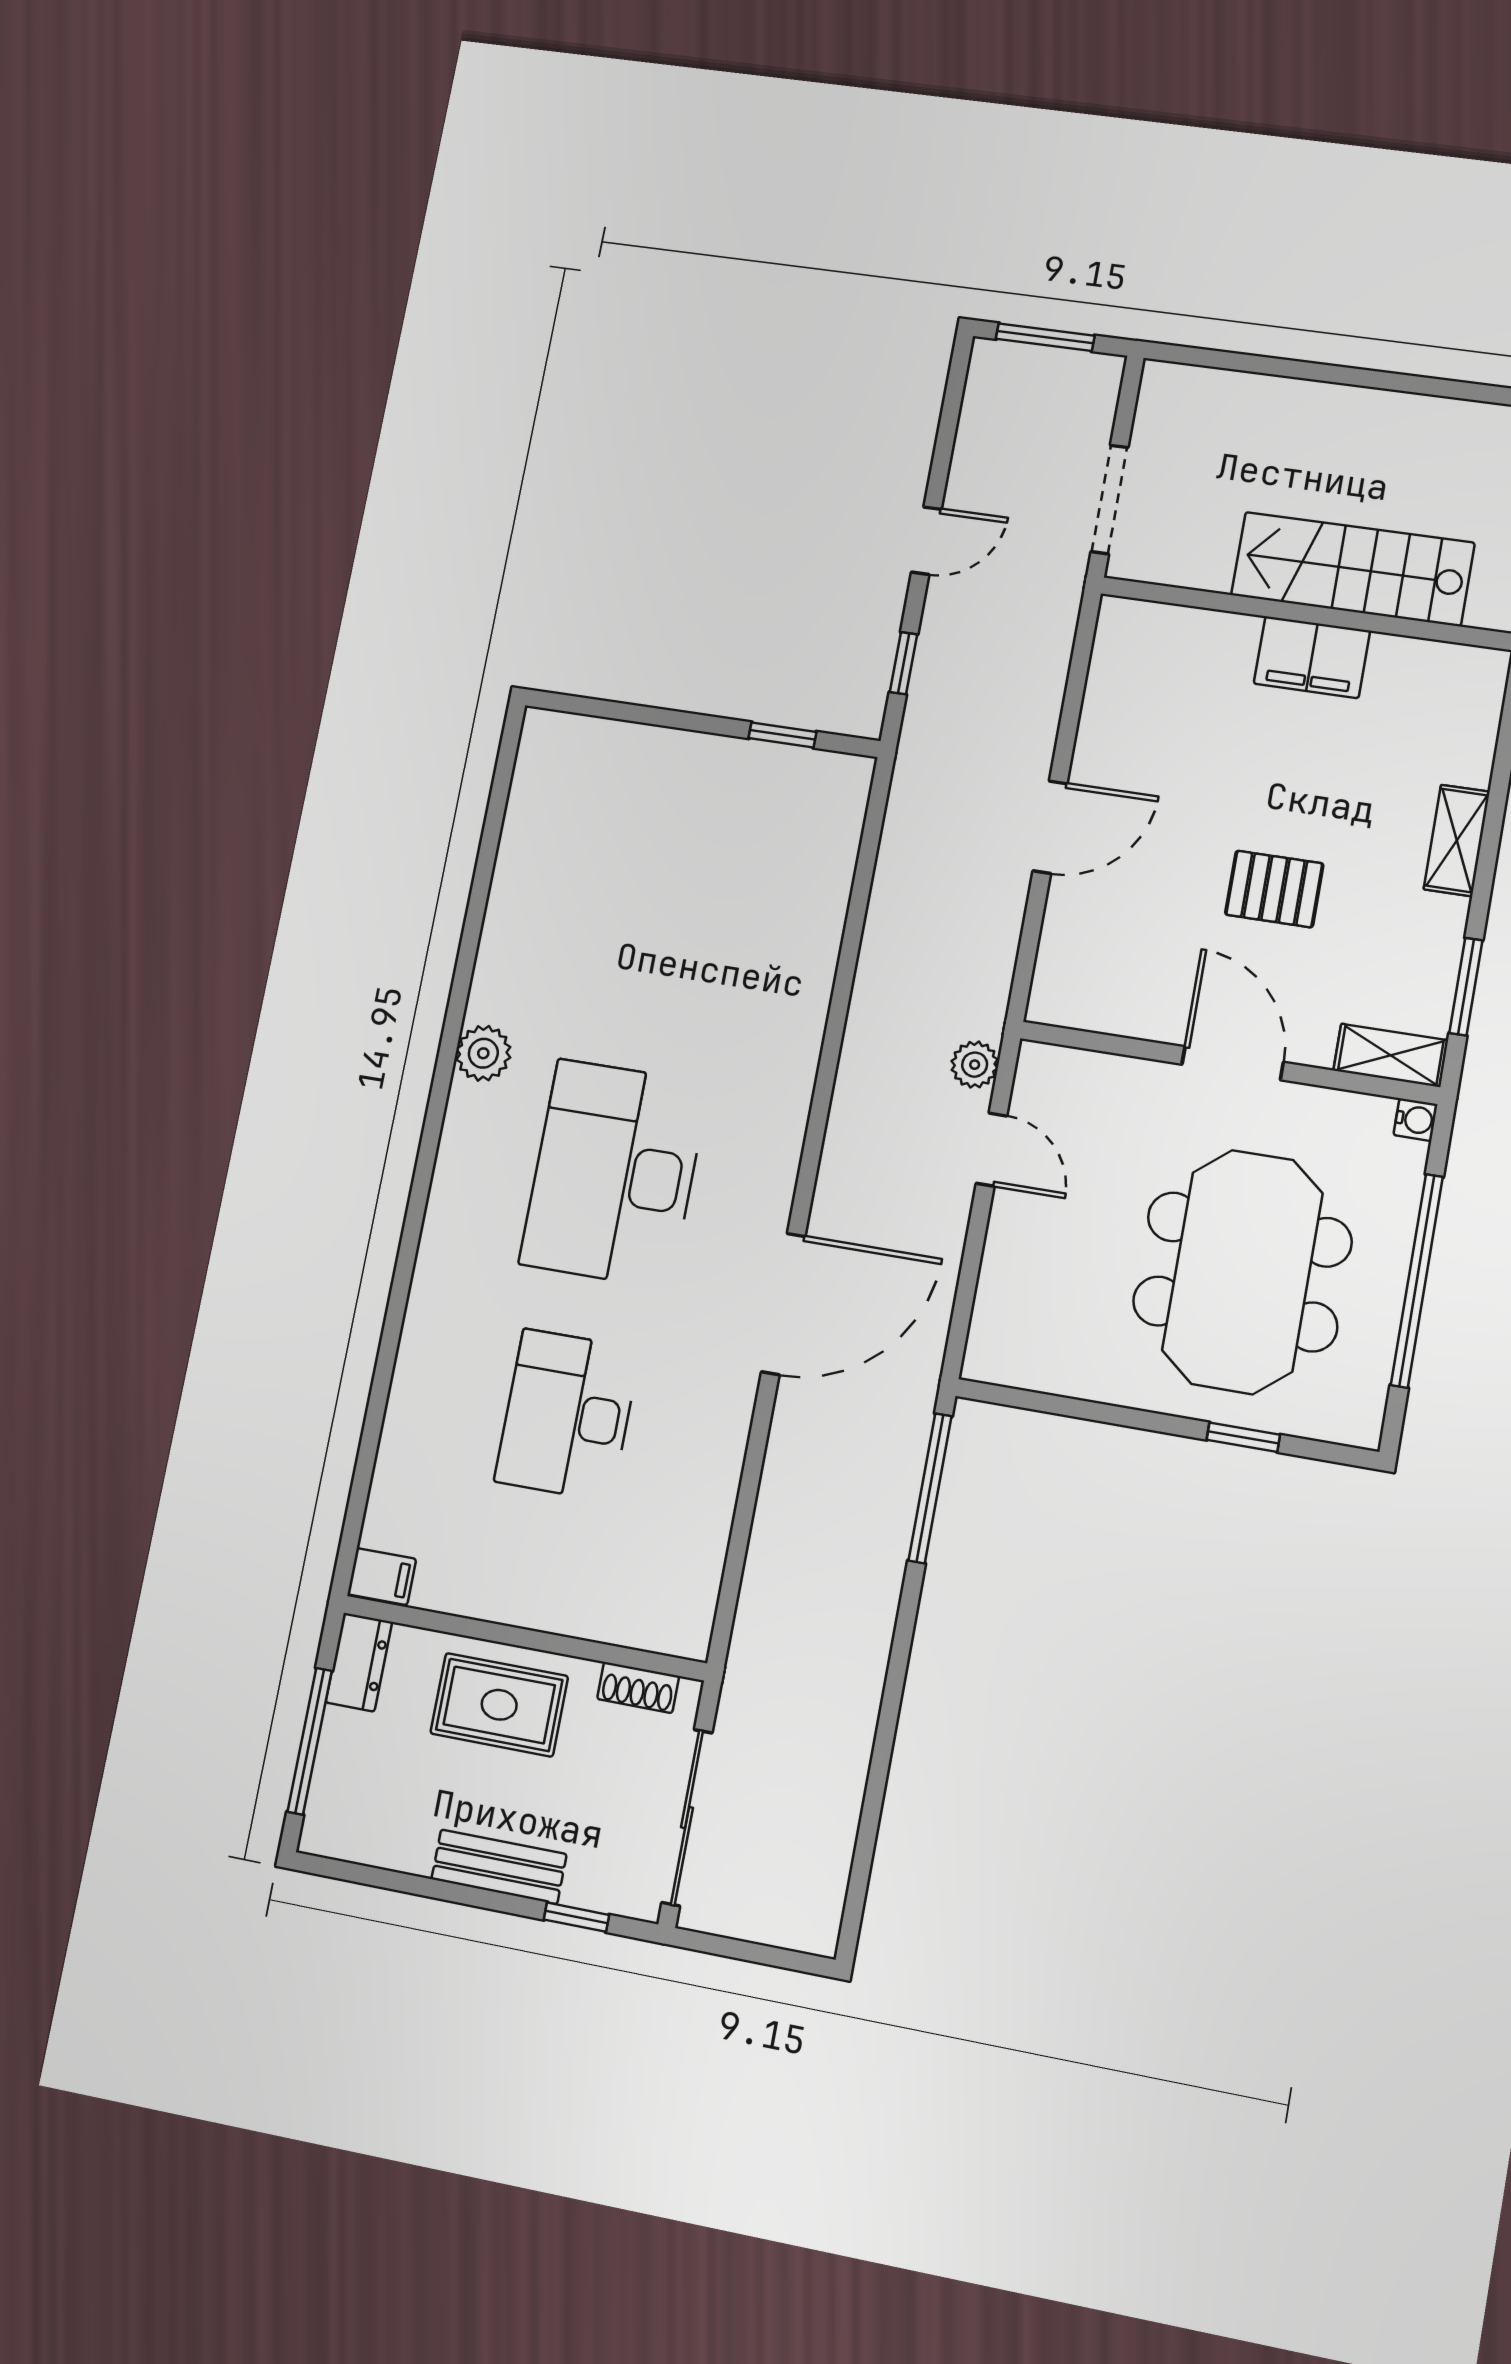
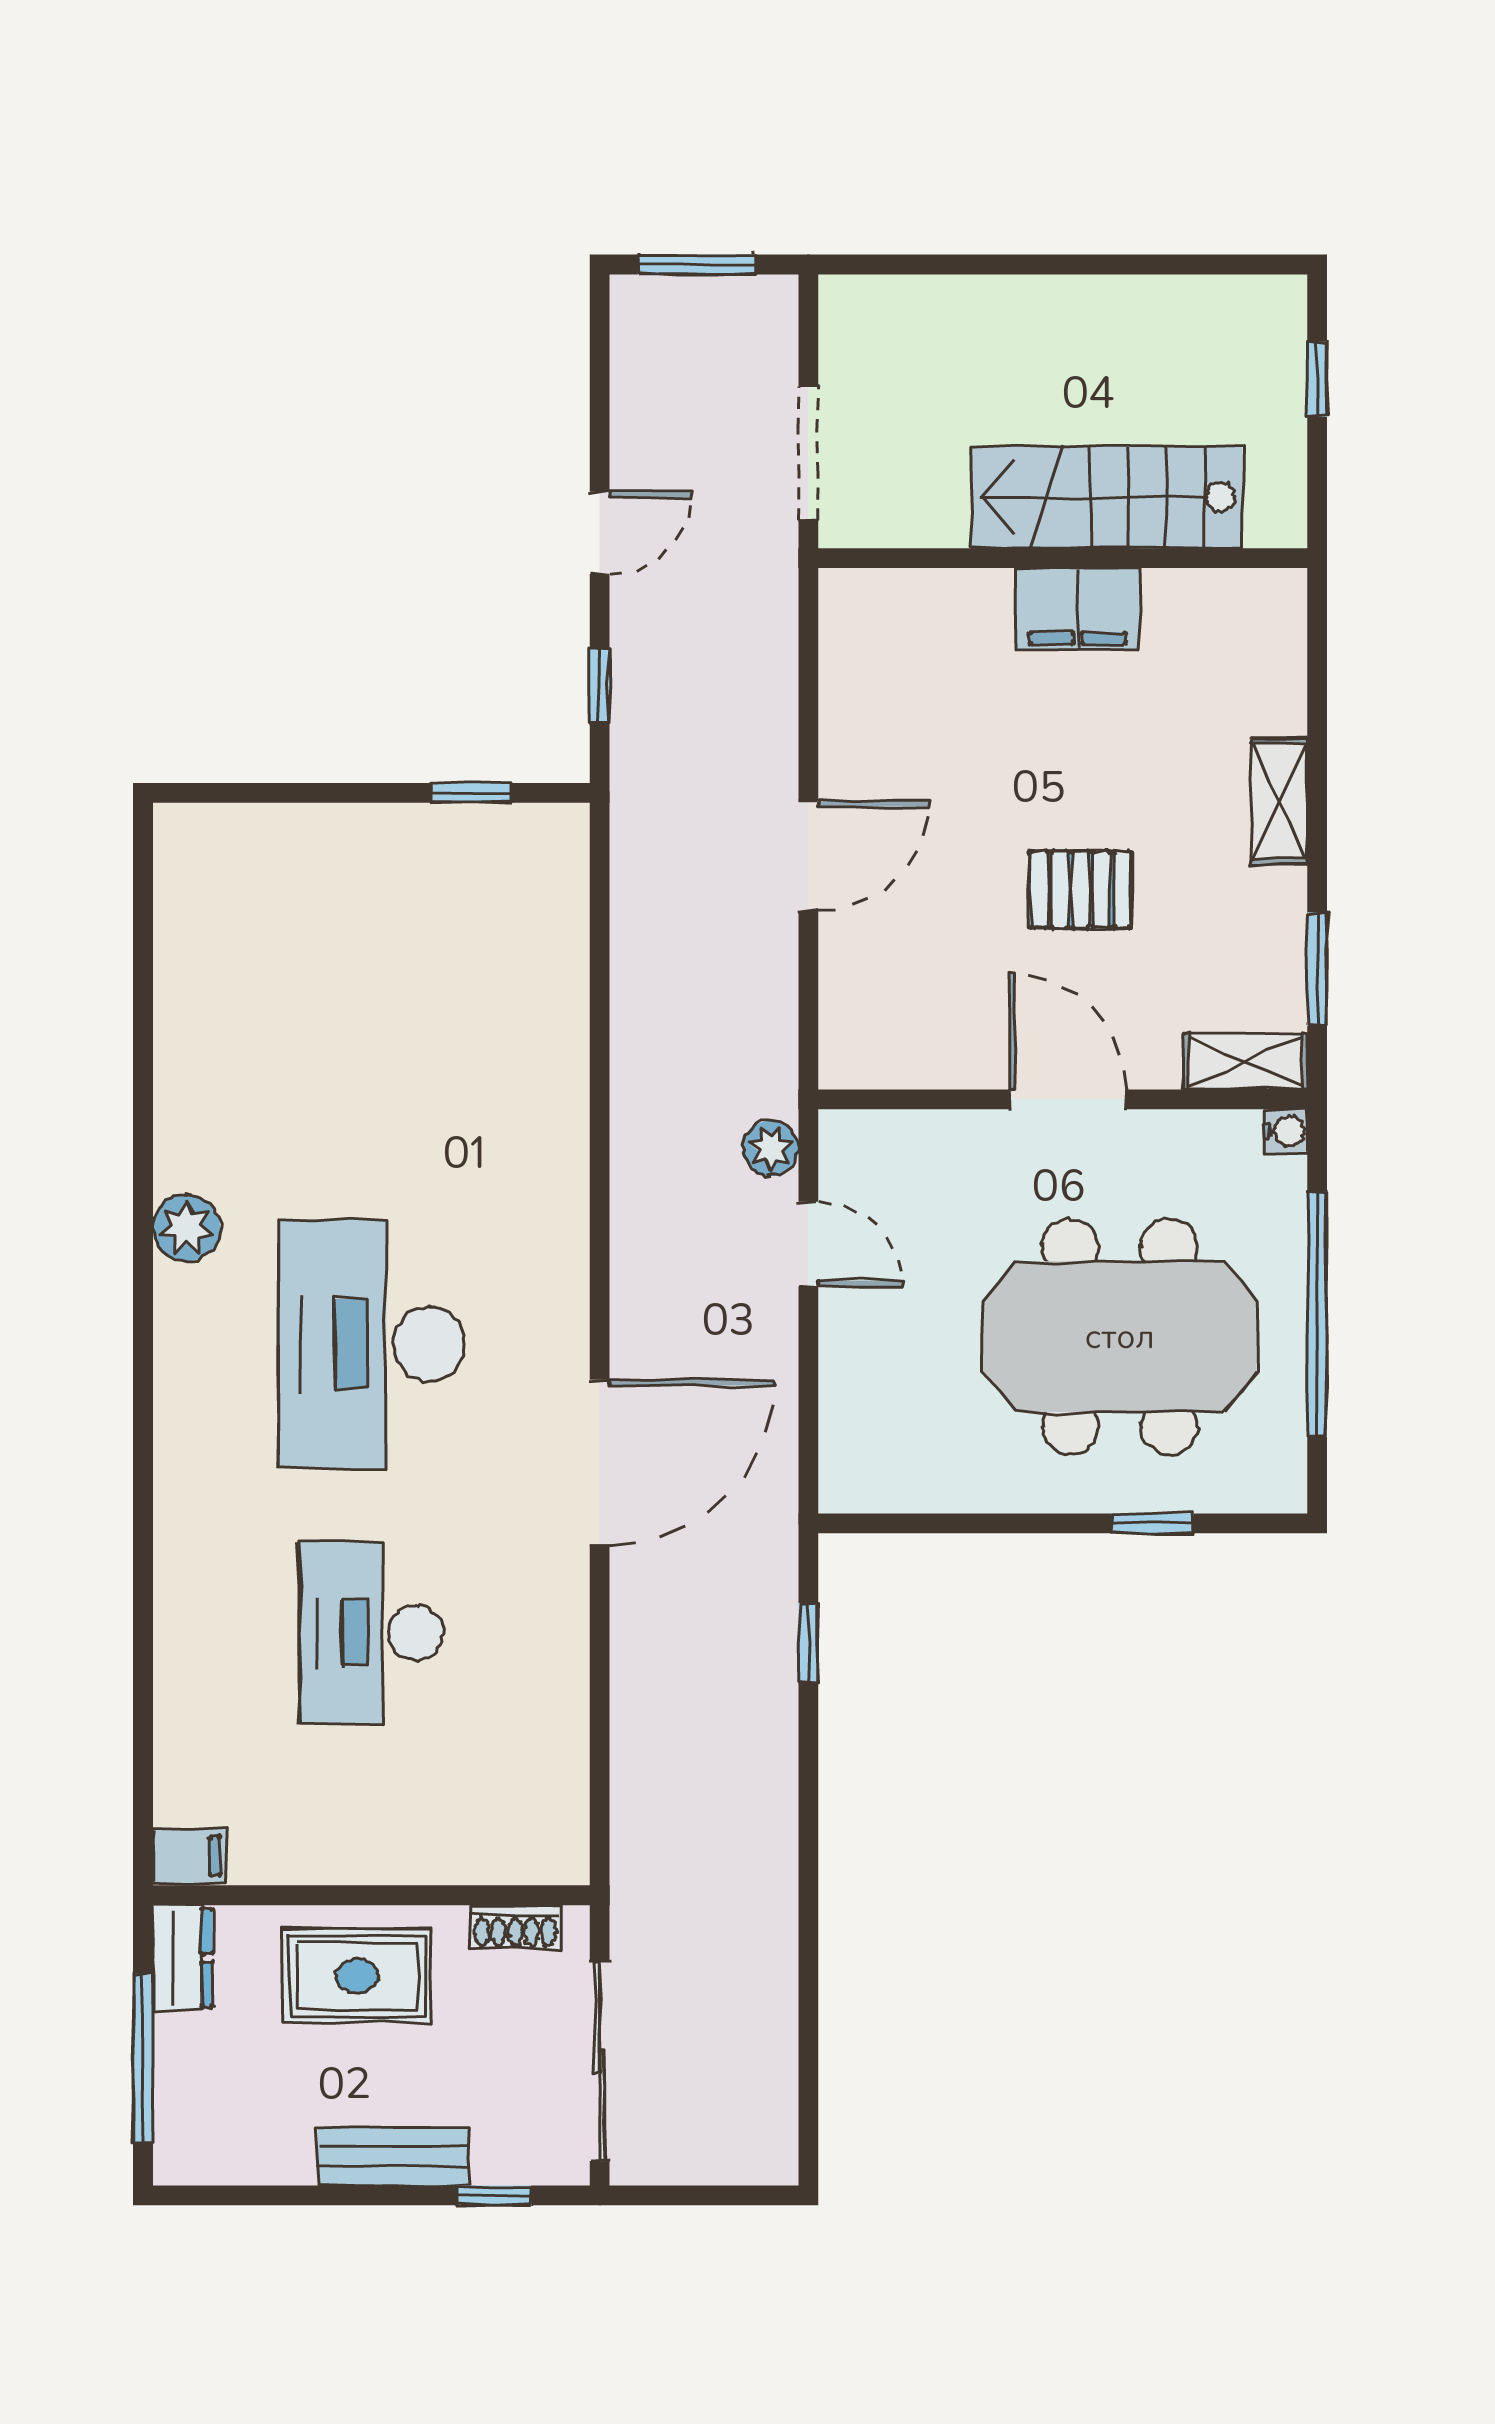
meeting table: (1242, 1272) -> (1120, 1337), turned 90
window: (930, 1488) -> (808, 1643), width x0.46

